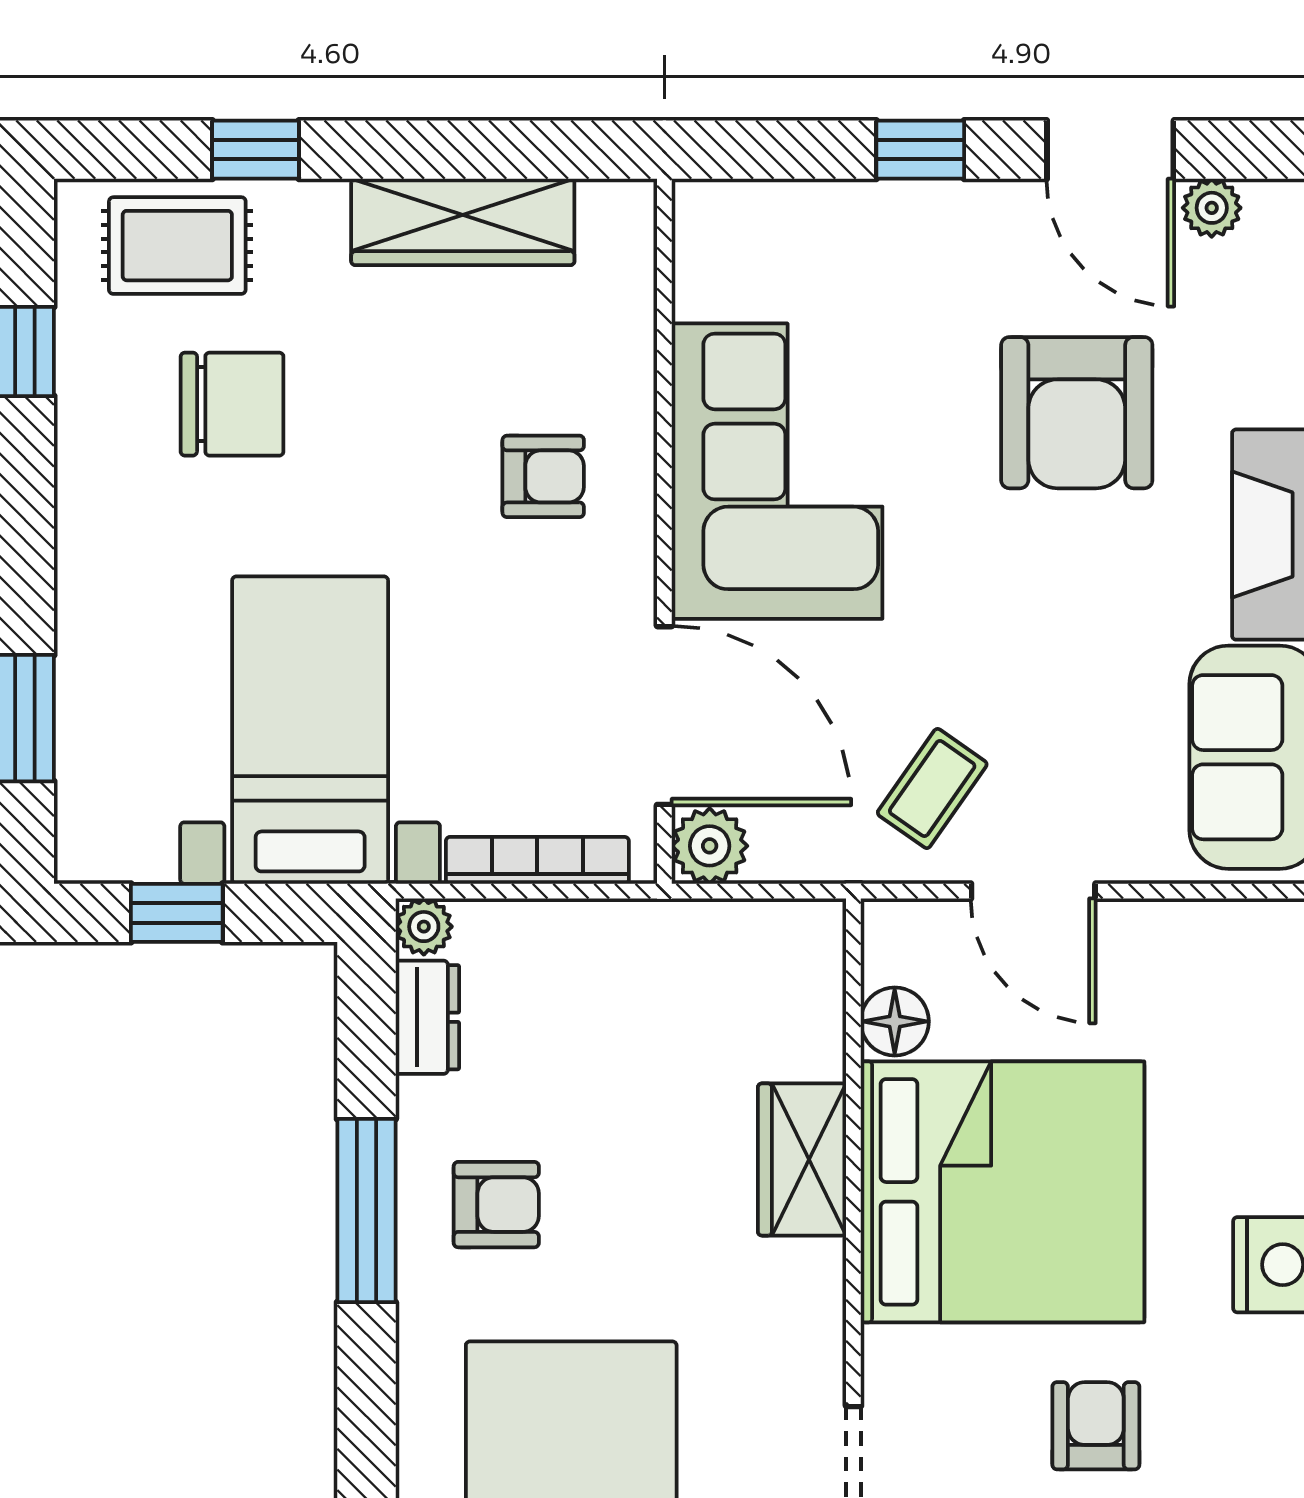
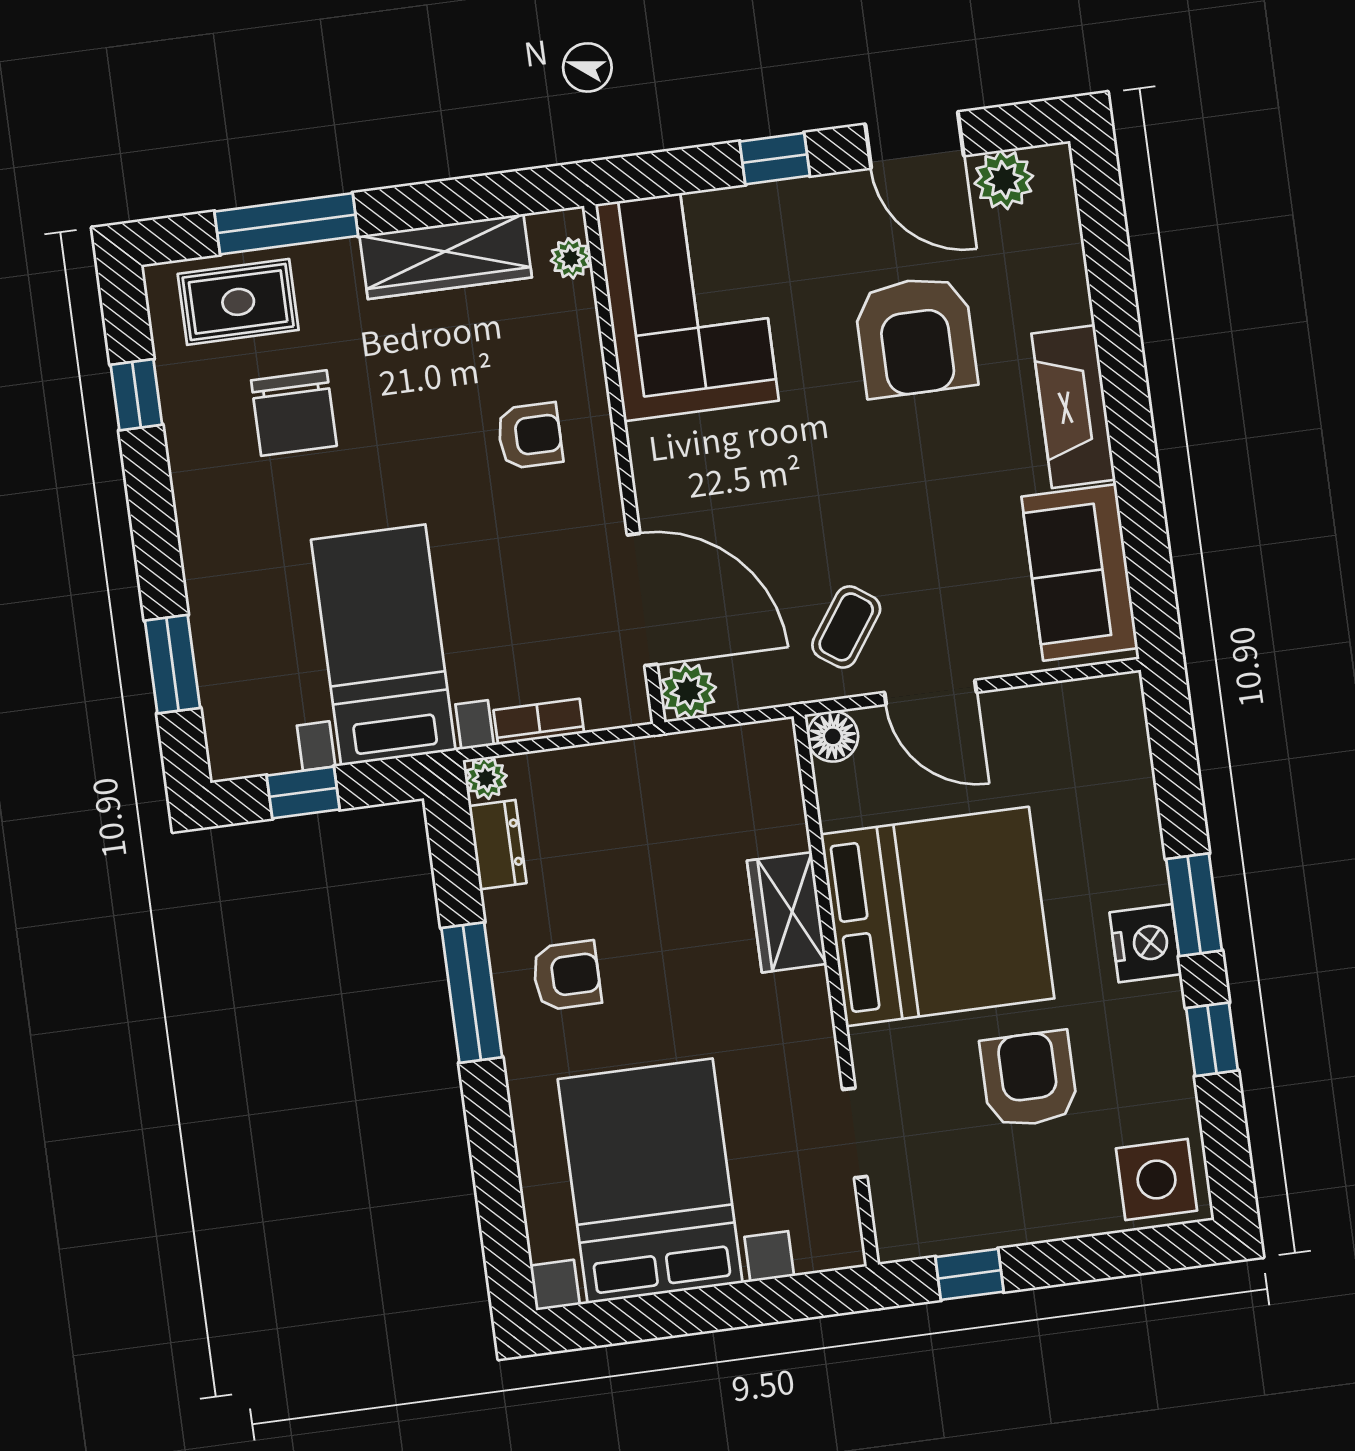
window: (256, 150) -> (286, 224), width x2.17
plant: (1212, 208) -> (1004, 180), width x1.38, depth x1.38
plant: (630, 247) -> (571, 258), added
chair: (232, 404) -> (294, 413), turned 90
corner sofa: (777, 471) -> (687, 303), moved
bookcase: (537, 860) -> (539, 722), width x0.64
floor lamp: (895, 1021) -> (833, 736), moved
armchair: (1096, 1426) -> (1029, 1079), width x1.38, depth x1.38

